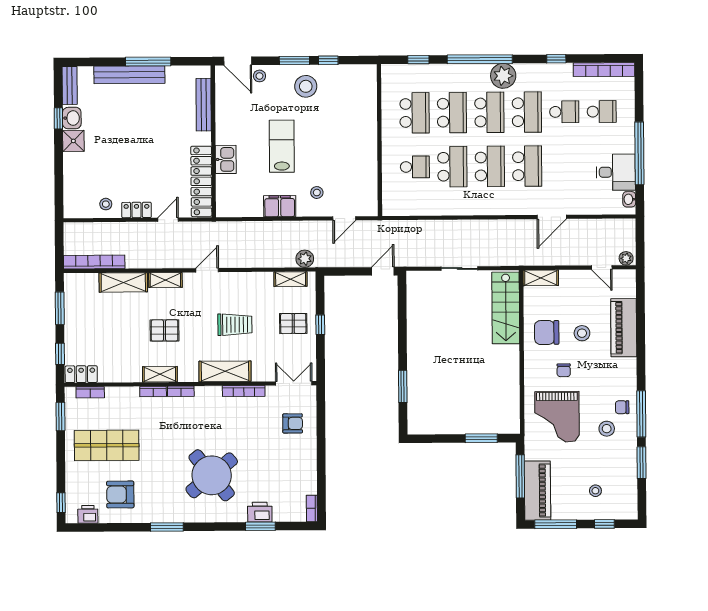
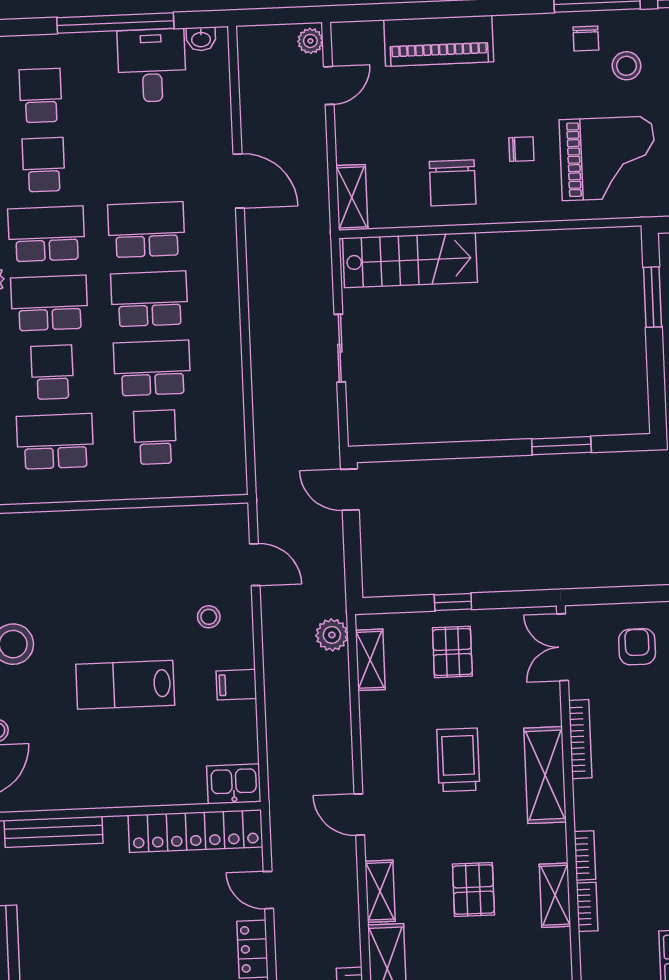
school desk: (452, 113) -> (52, 372), width x0.54
kitchen sink: (226, 159) -> (234, 784), moved
filing cabinet: (280, 206) -> (236, 685), width x0.50
stool: (582, 333) -> (452, 118), removed

